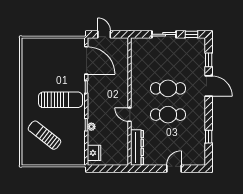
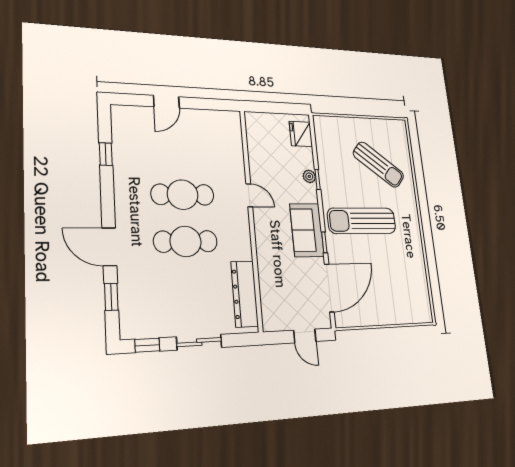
door: (86, 60) -> (329, 288), swing flipped
sofa: (96, 94) -> (307, 230), added
dresser: (137, 147) -> (245, 294), moved

